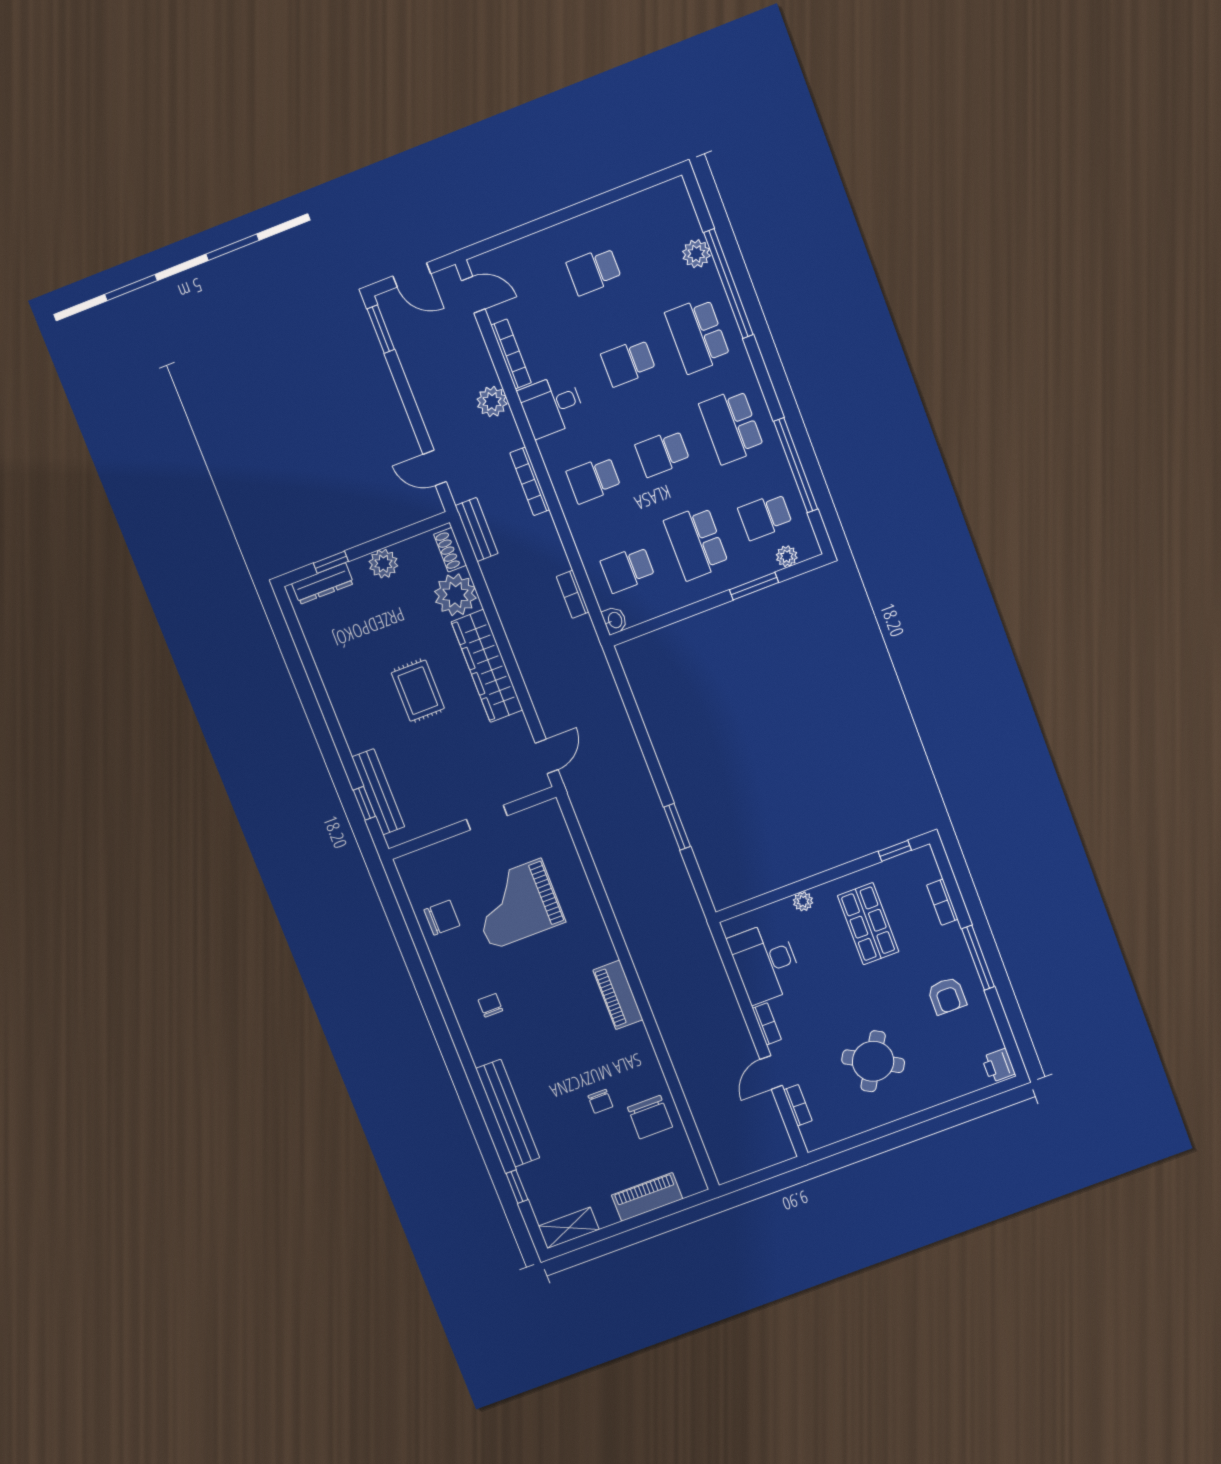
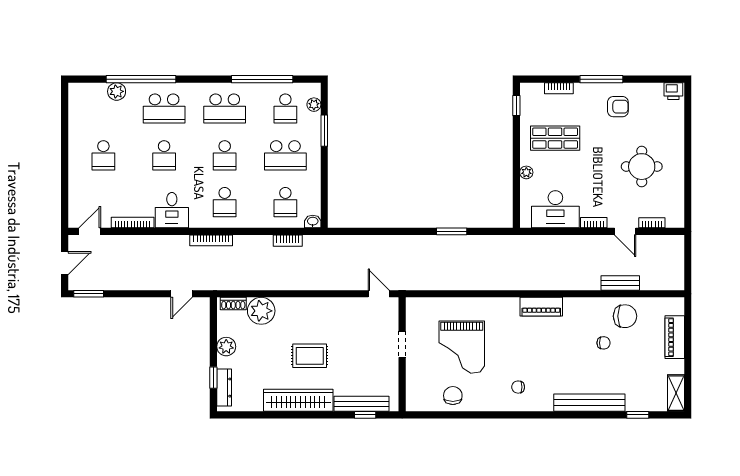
plant: (492, 402) -> (156, 245), removed
bench: (477, 529) -> (620, 283), moved
wardrobe: (487, 666) -> (298, 400), moved, turned 180
round table: (873, 1061) -> (642, 167), turned -30

